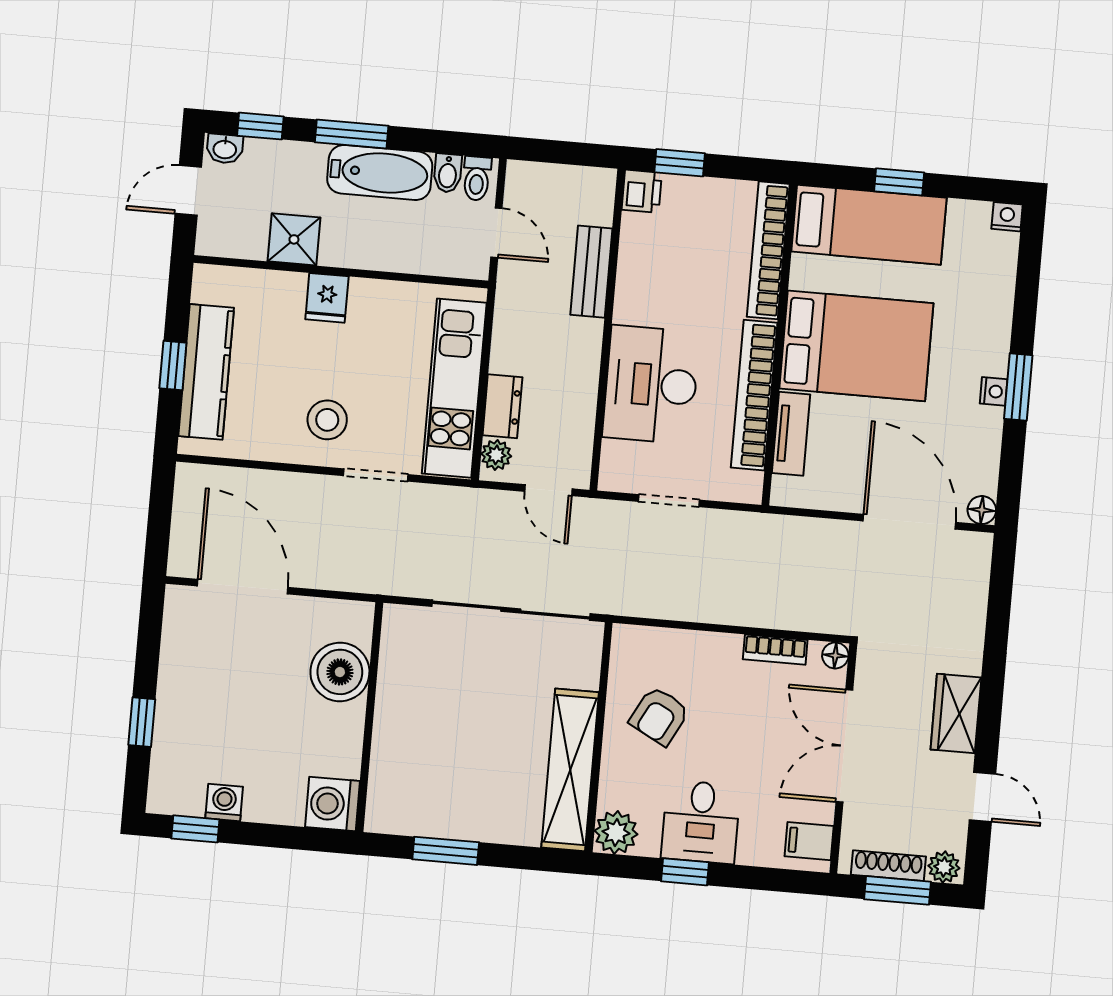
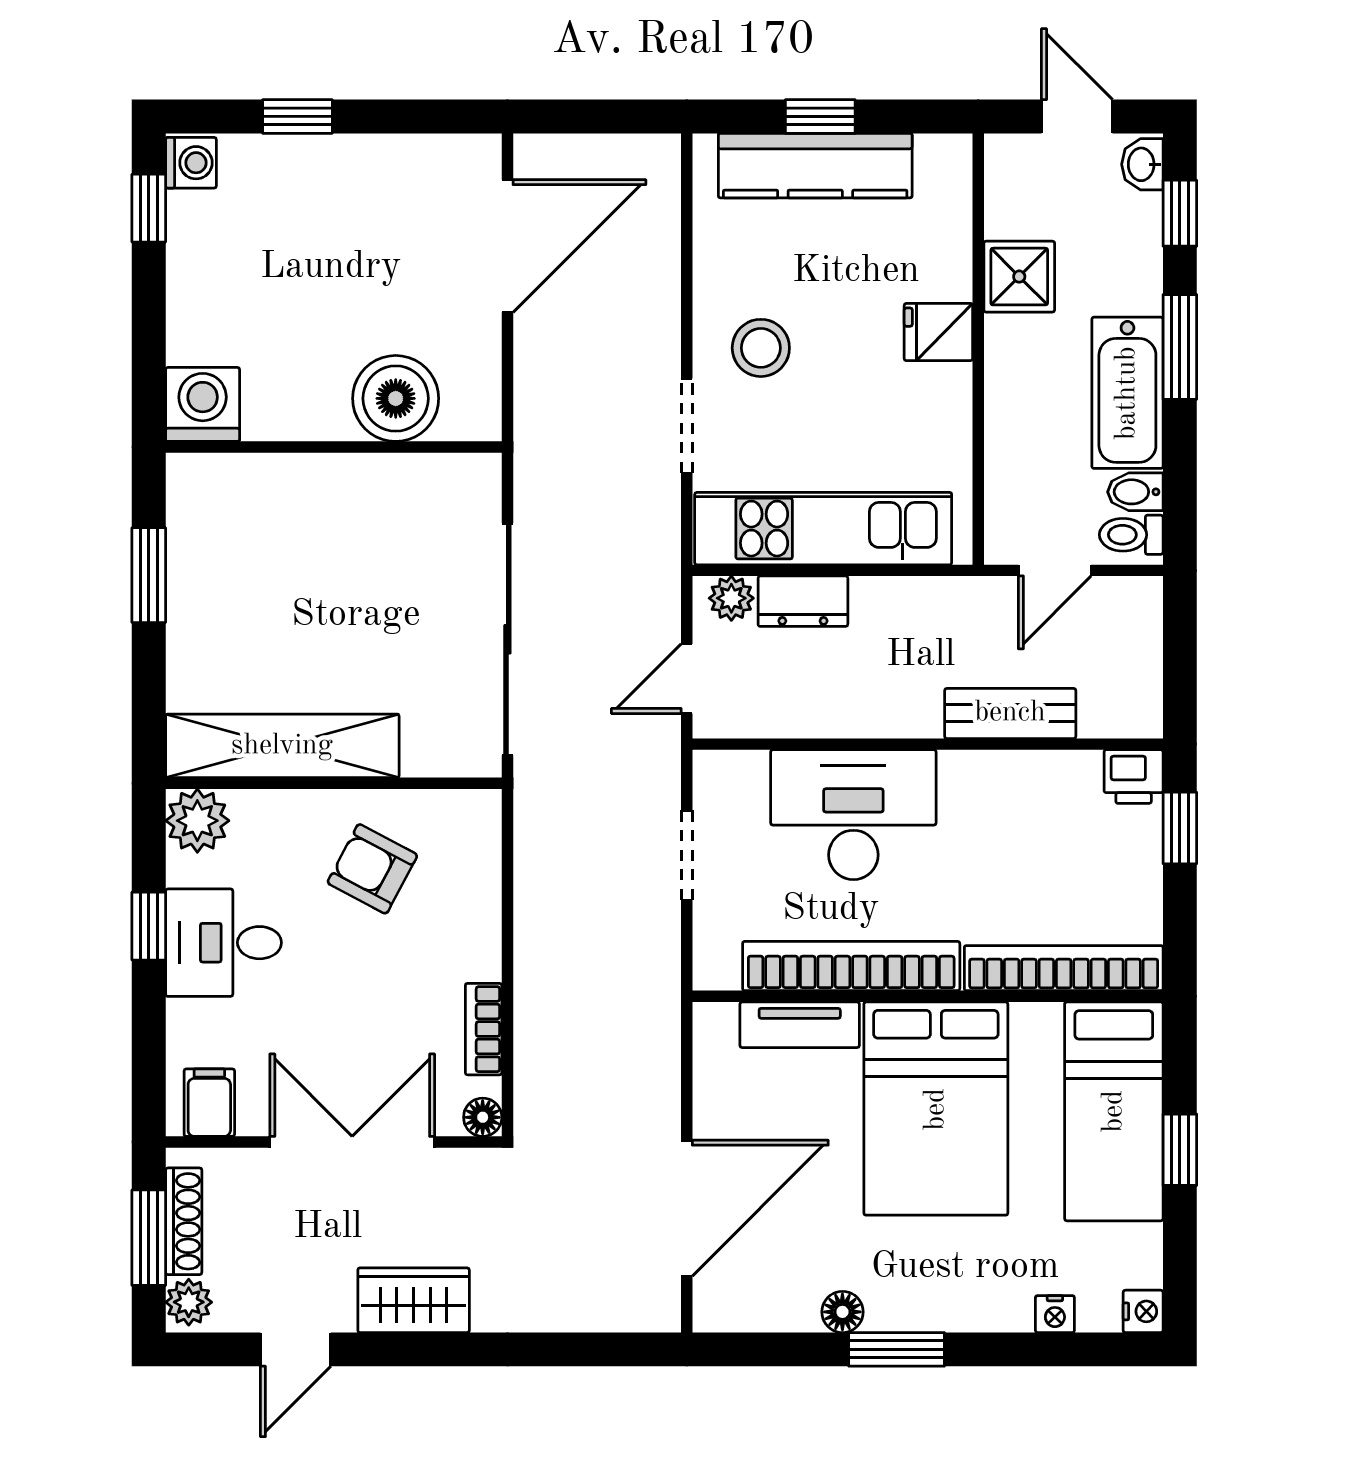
nightstand: (994, 391) -> (1055, 1314), moved
floor lamp: (982, 510) -> (842, 1312), moved
washing machine: (224, 803) -> (191, 163), moved

